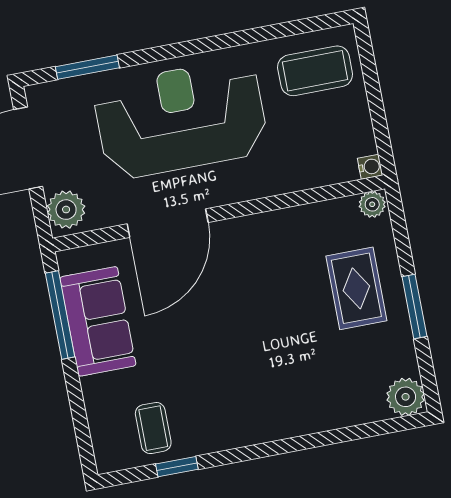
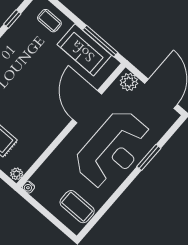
window: (87, 67) -> (149, 157), moved
coffee table: (315, 71) -> (77, 207), turned 90
coffee table: (153, 428) -> (49, 21), moved

